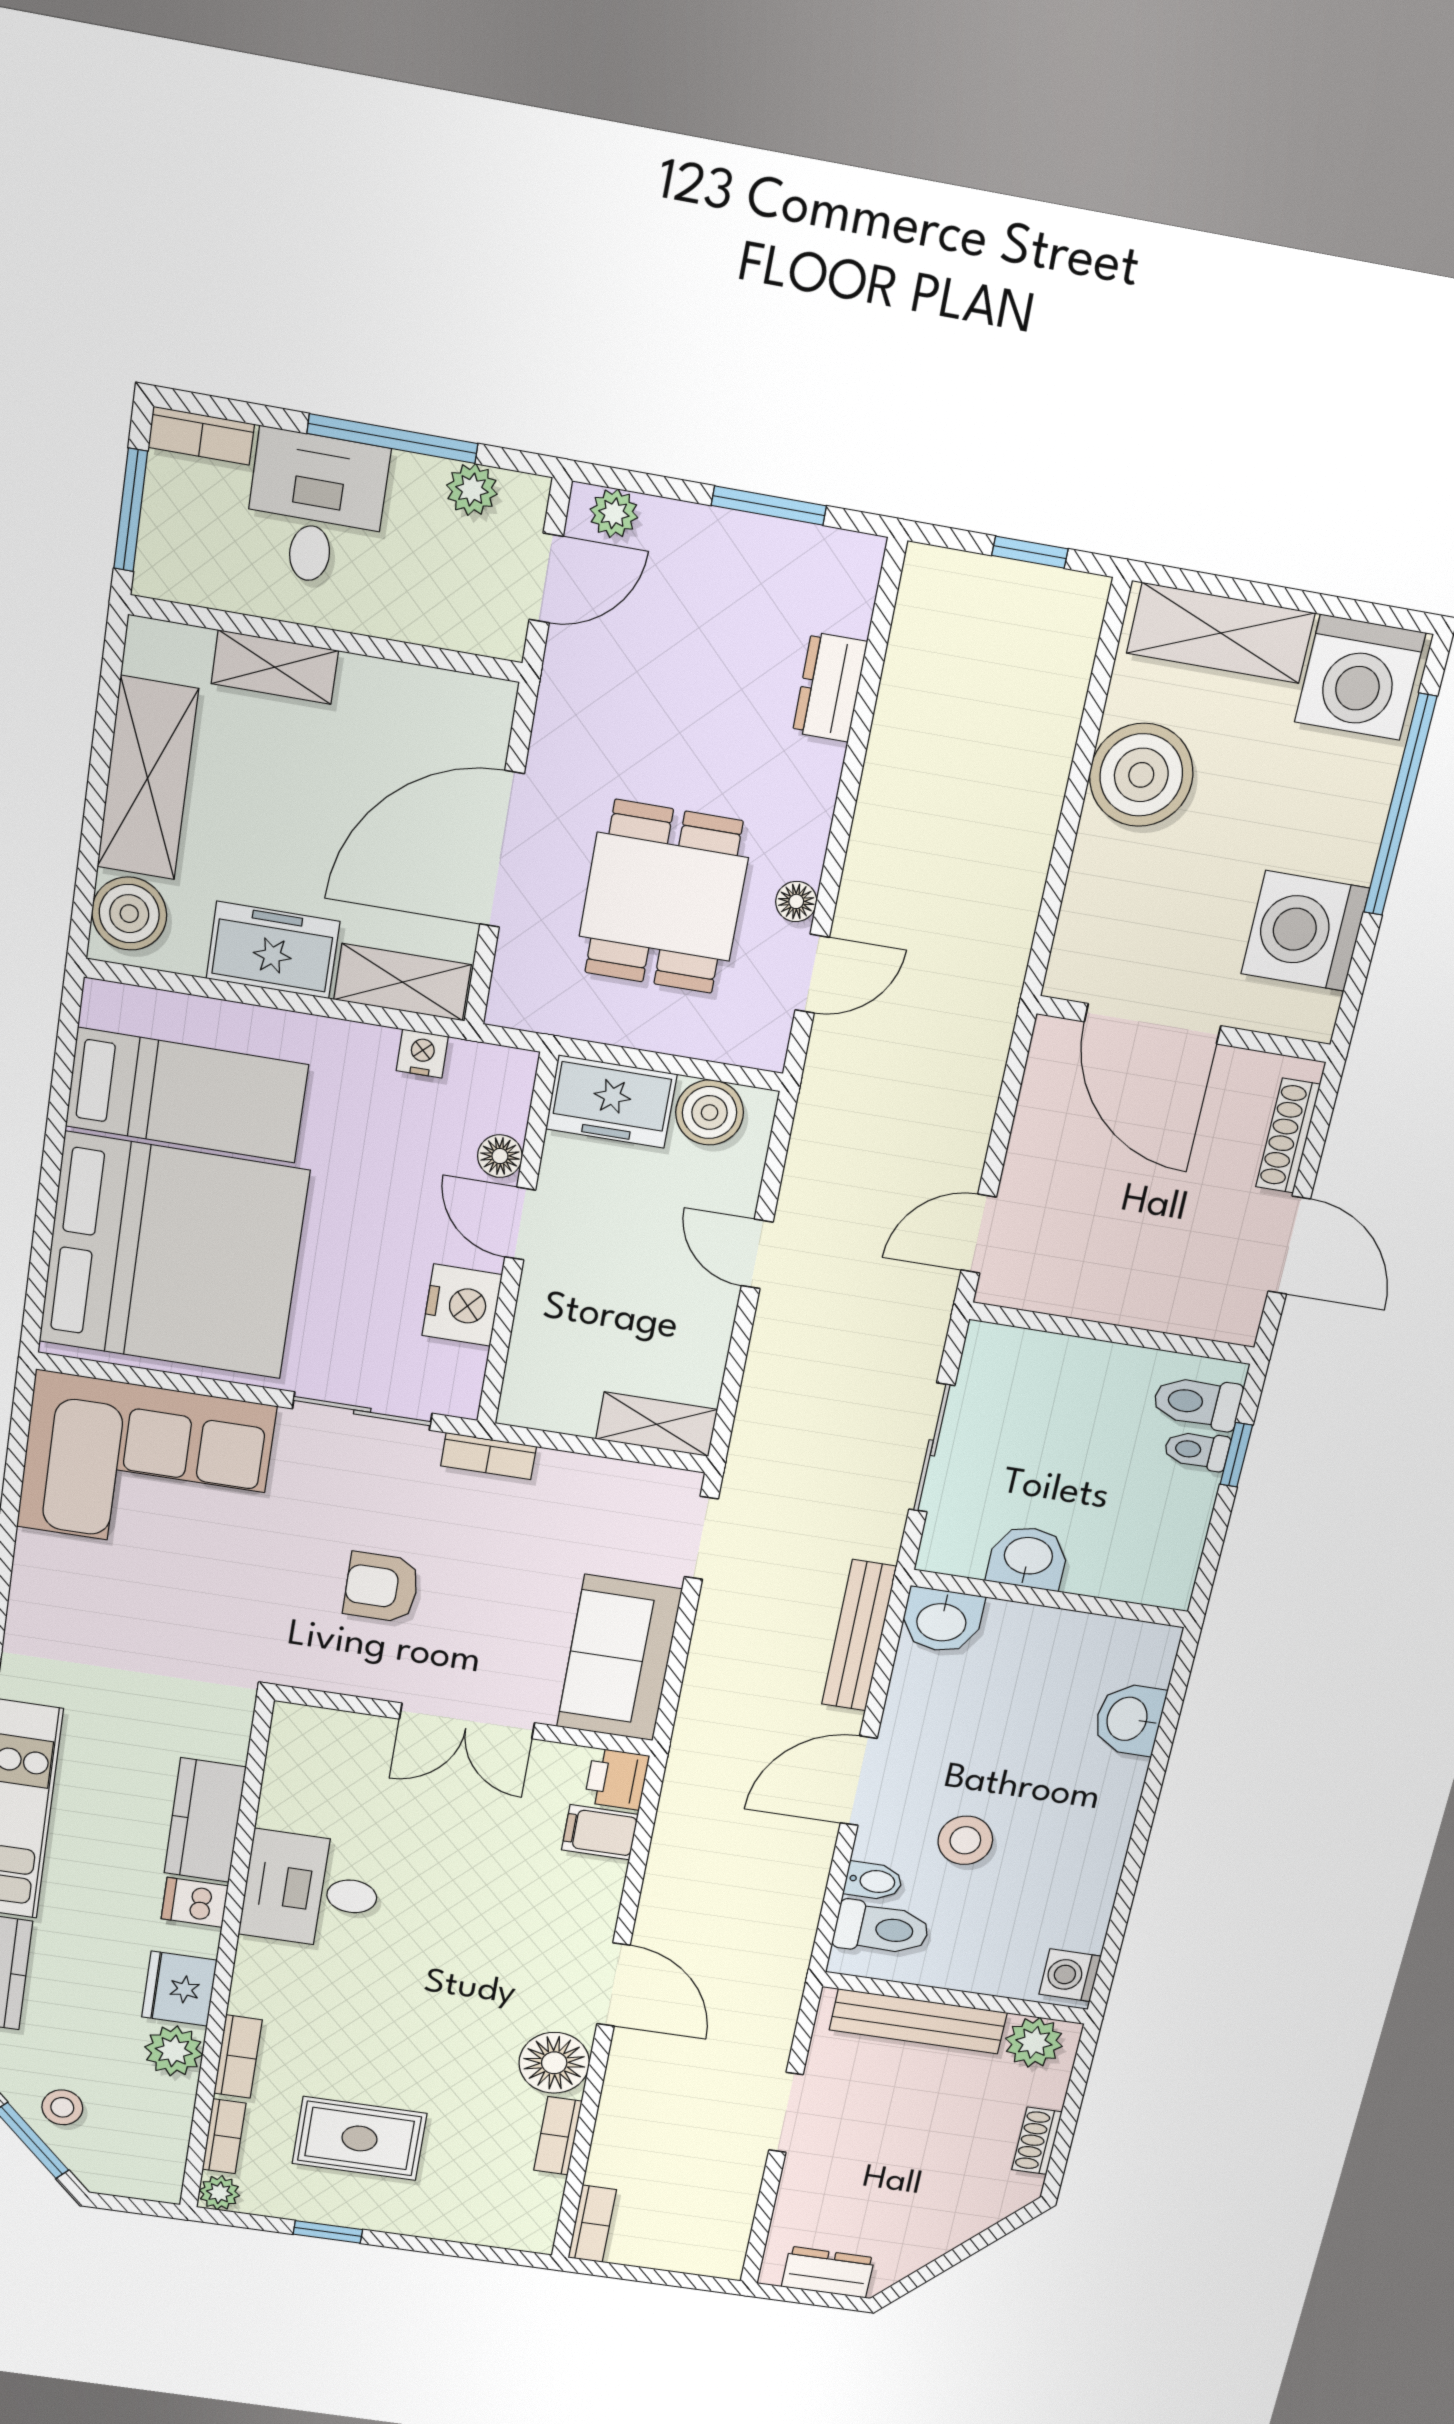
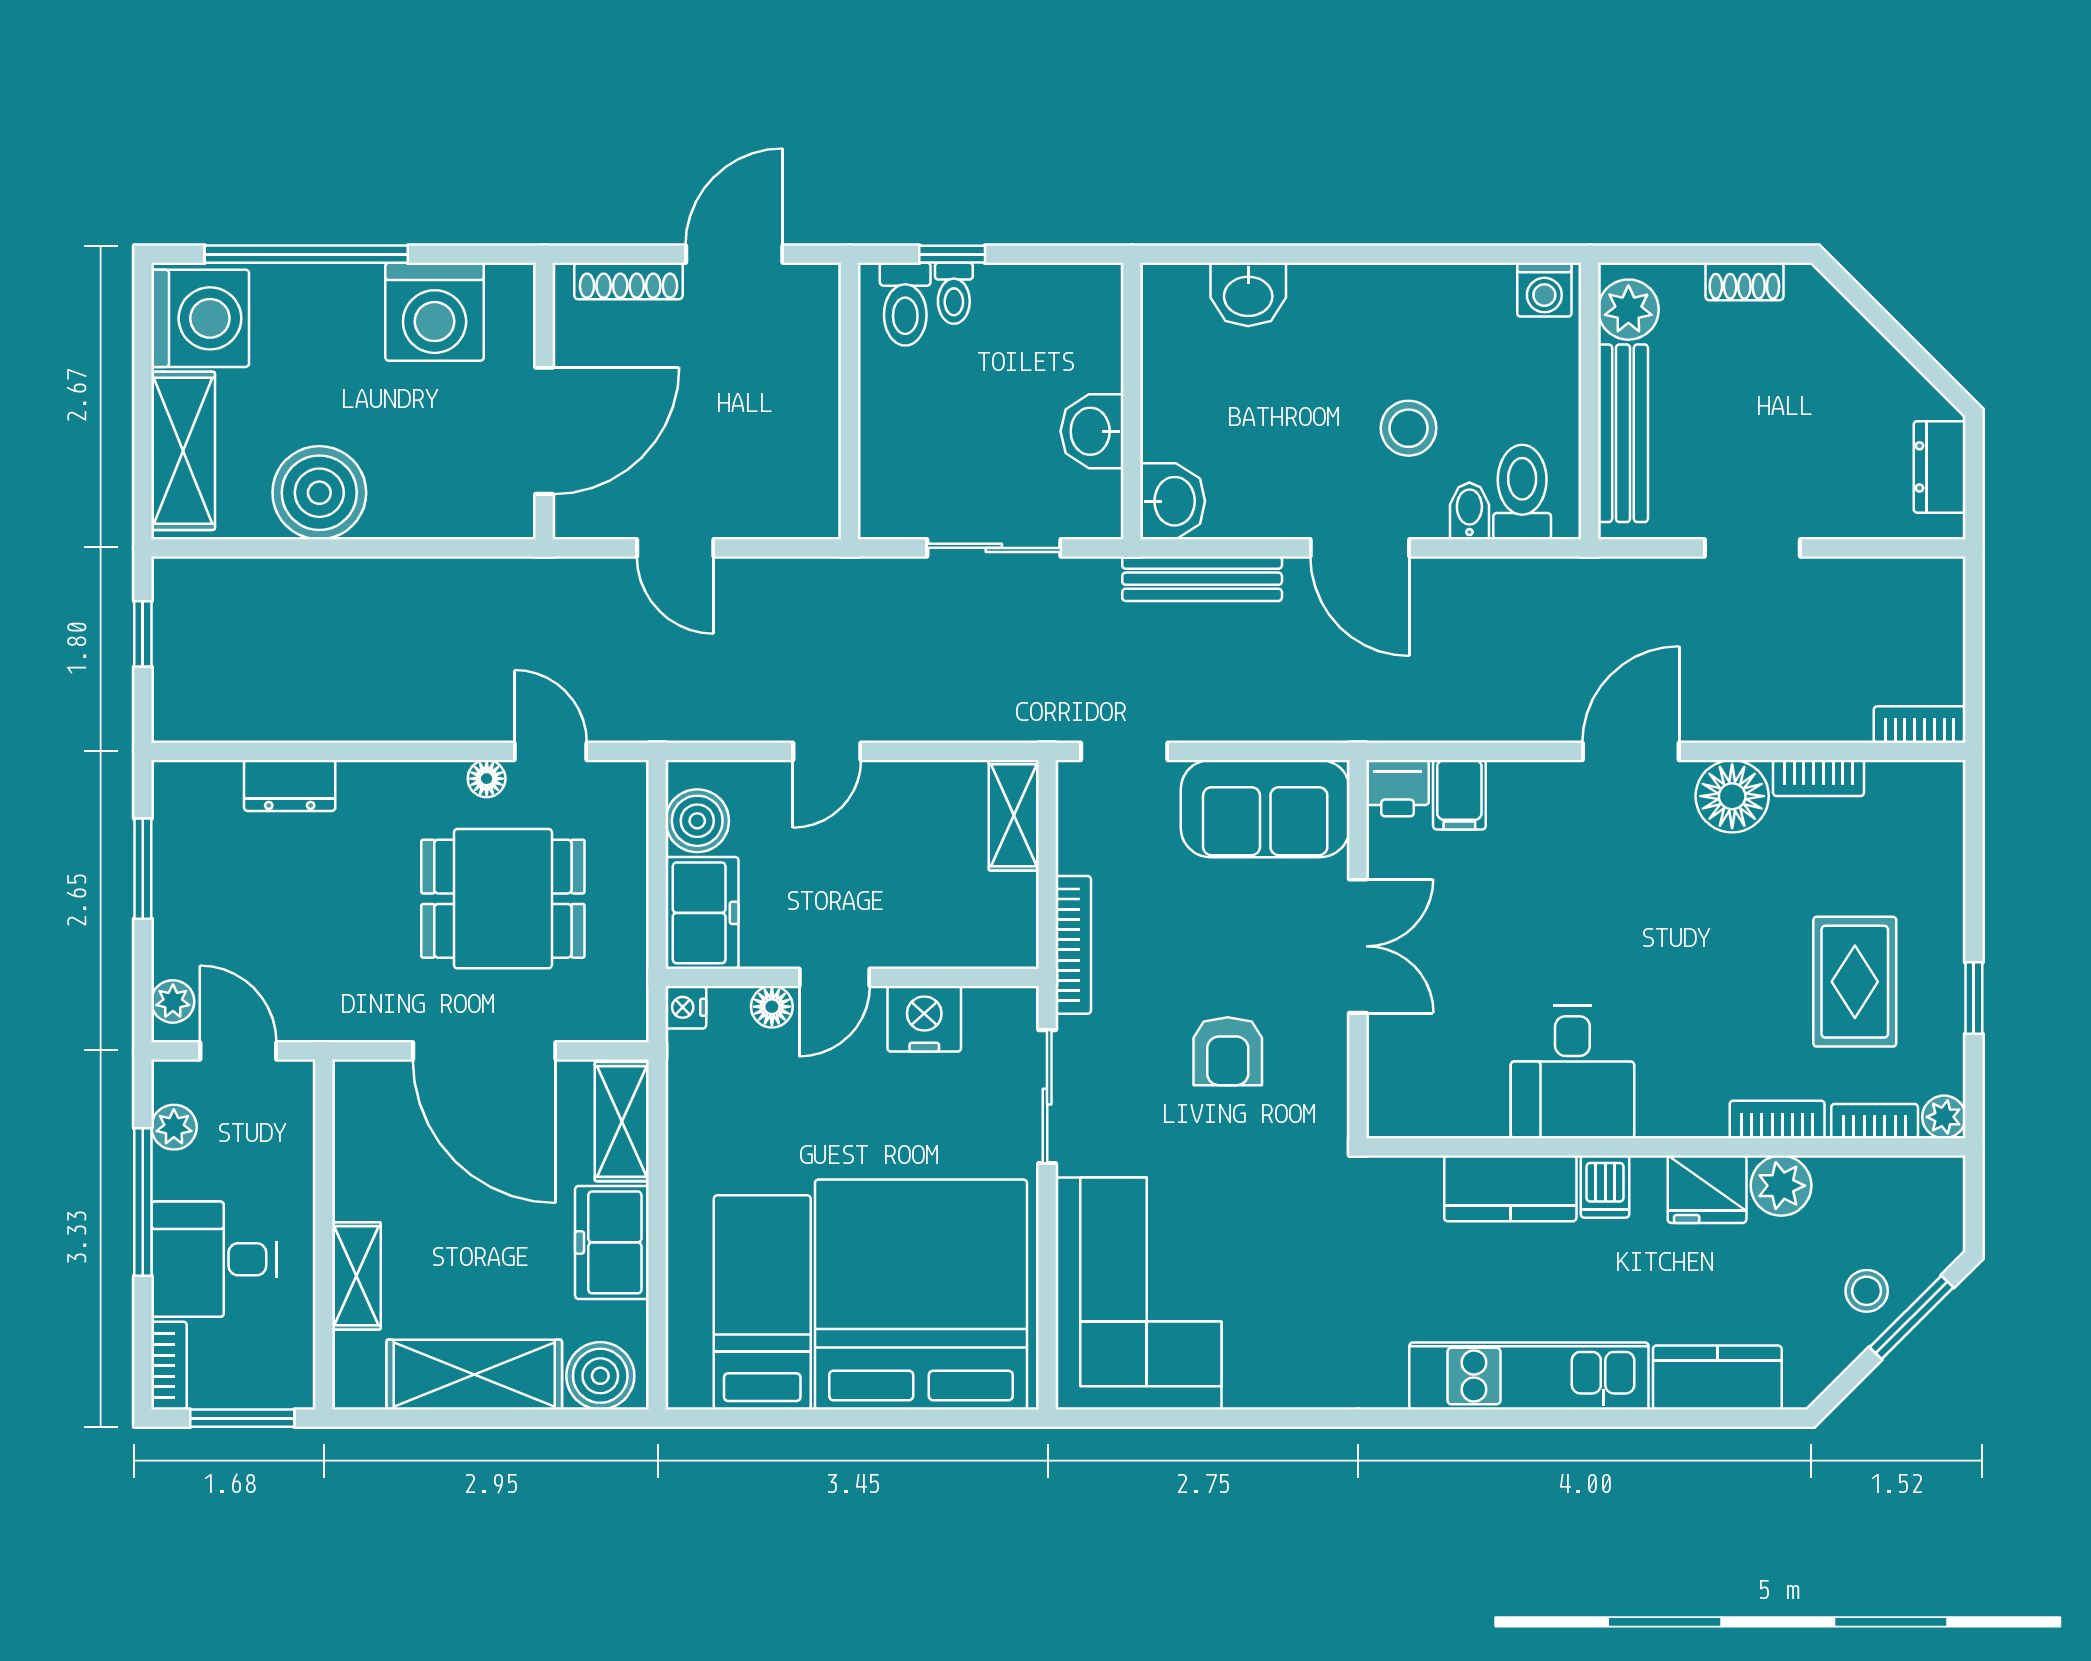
nightstand: (422, 1054) -> (686, 1007), moved
door: (979, 1234) -> (675, 548), moved
bookcase: (489, 1456) -> (1073, 945), width x1.56

